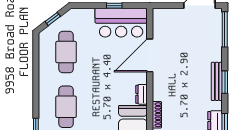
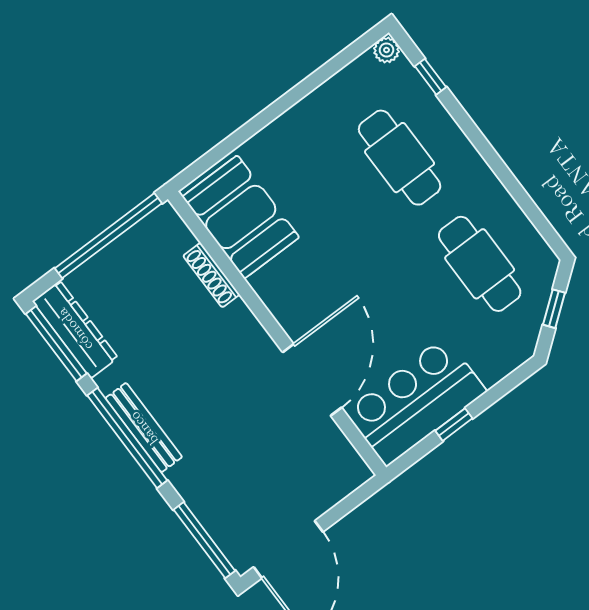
window: (225, 82) -> (127, 438), width x2.11
dresser: (142, 94) -> (271, 292), removed

